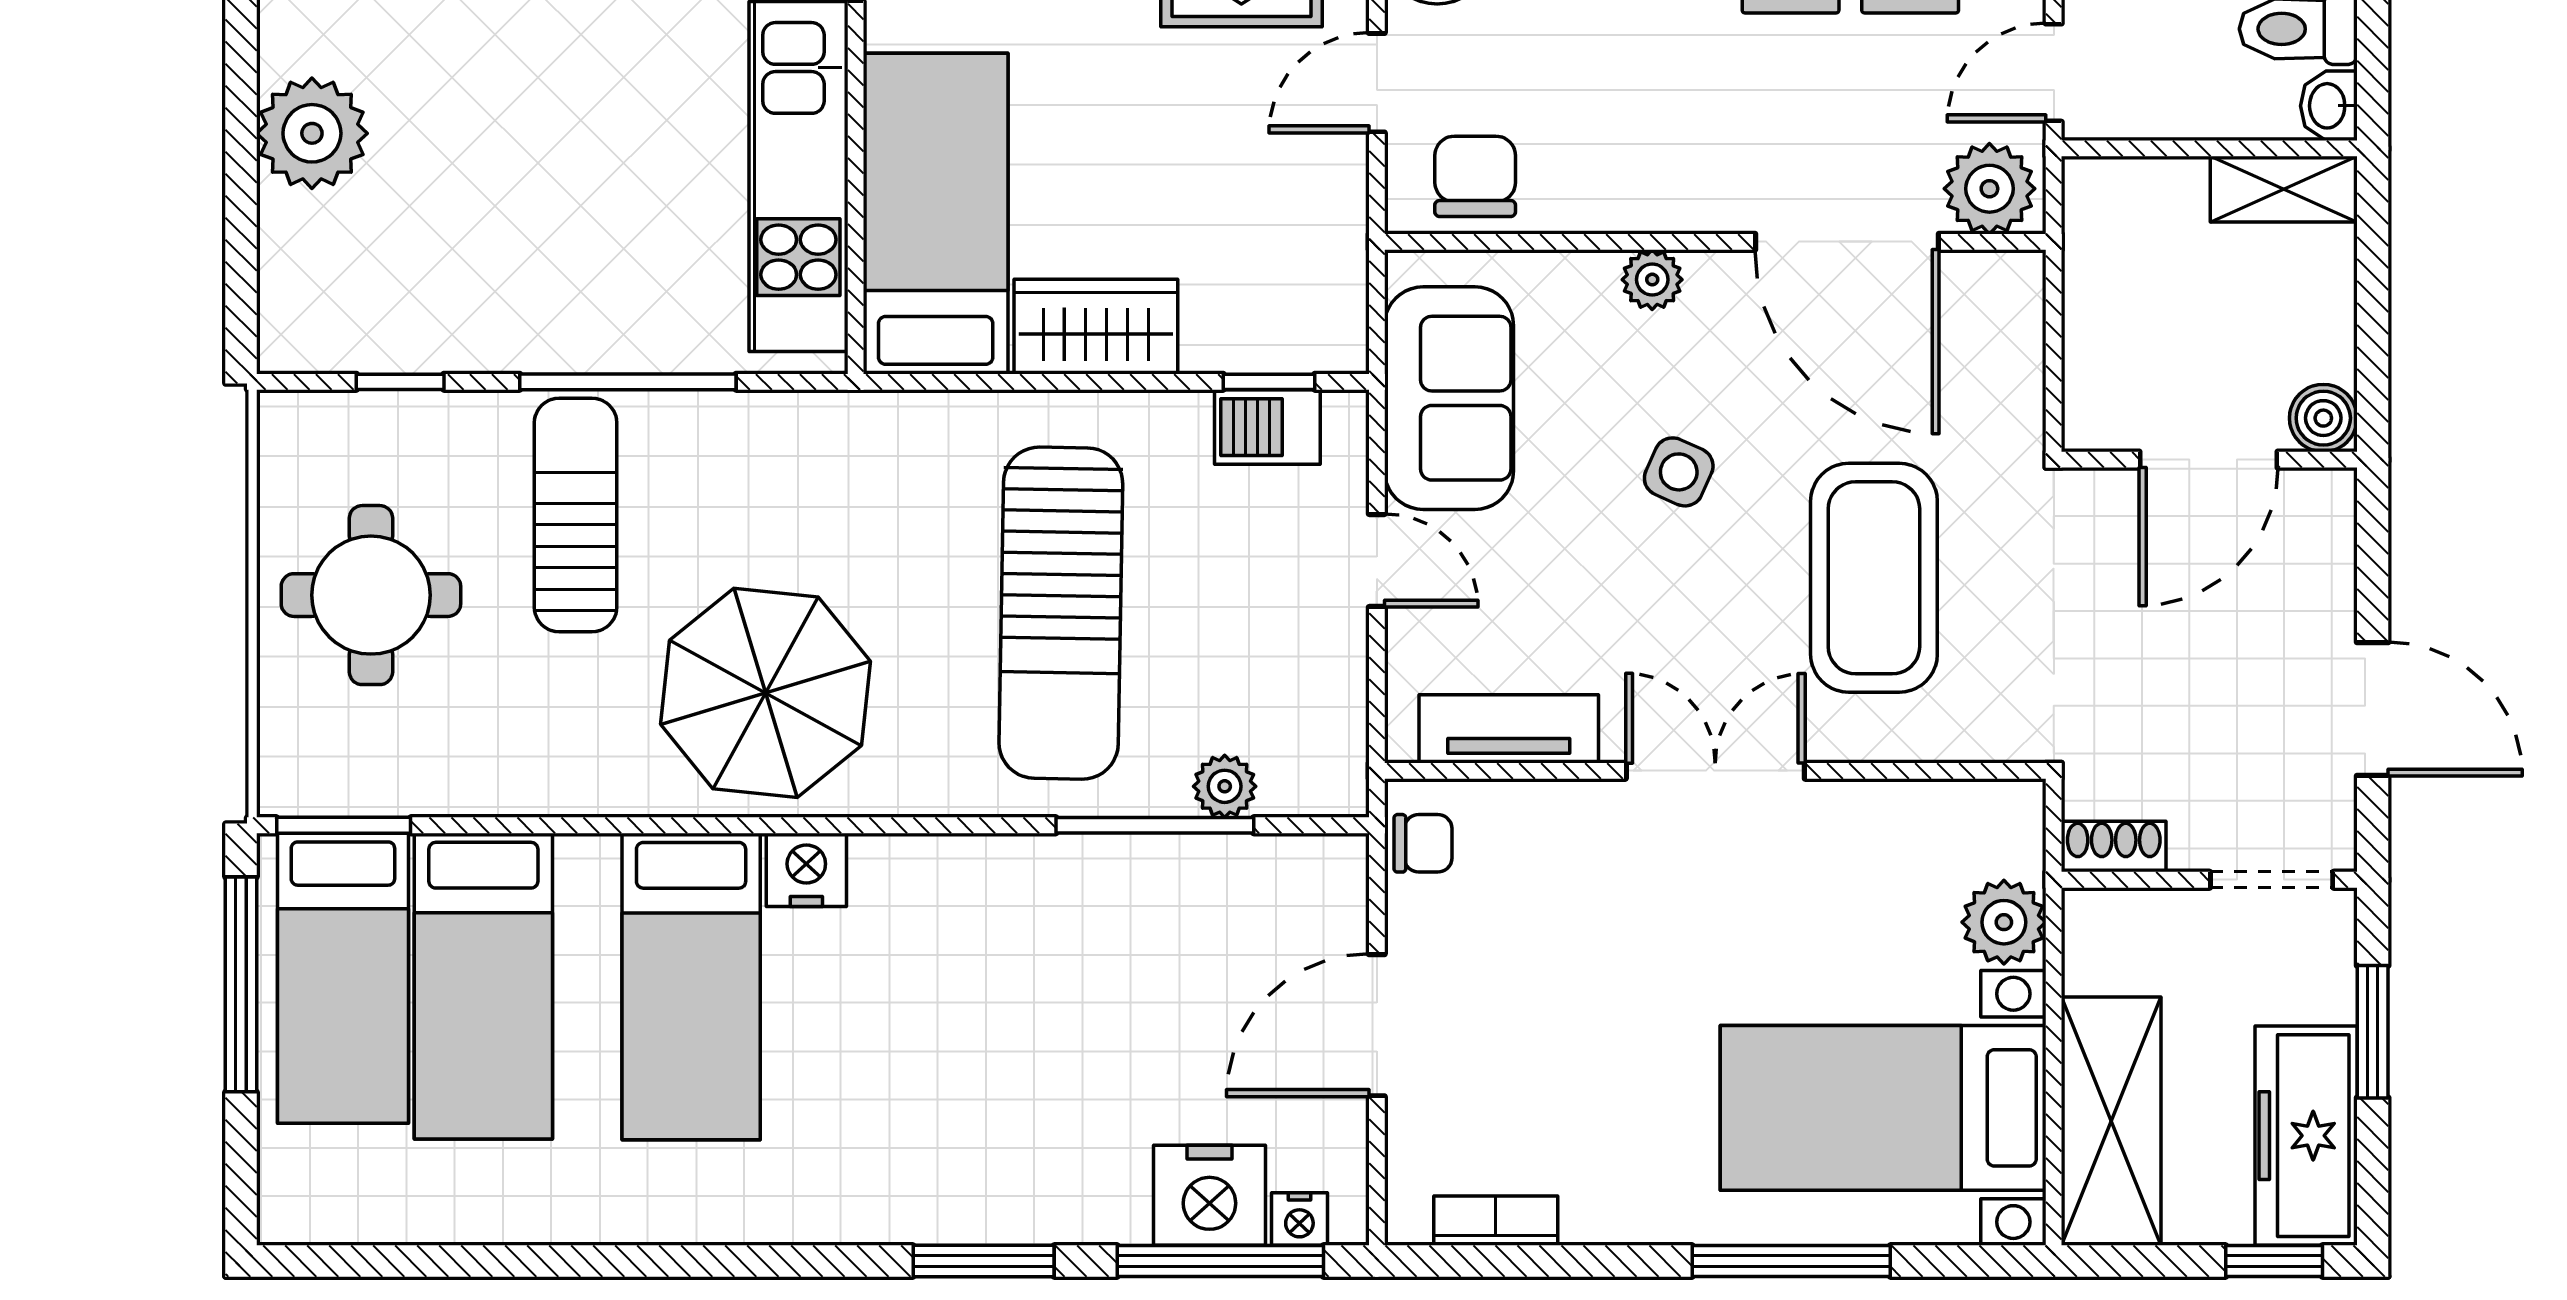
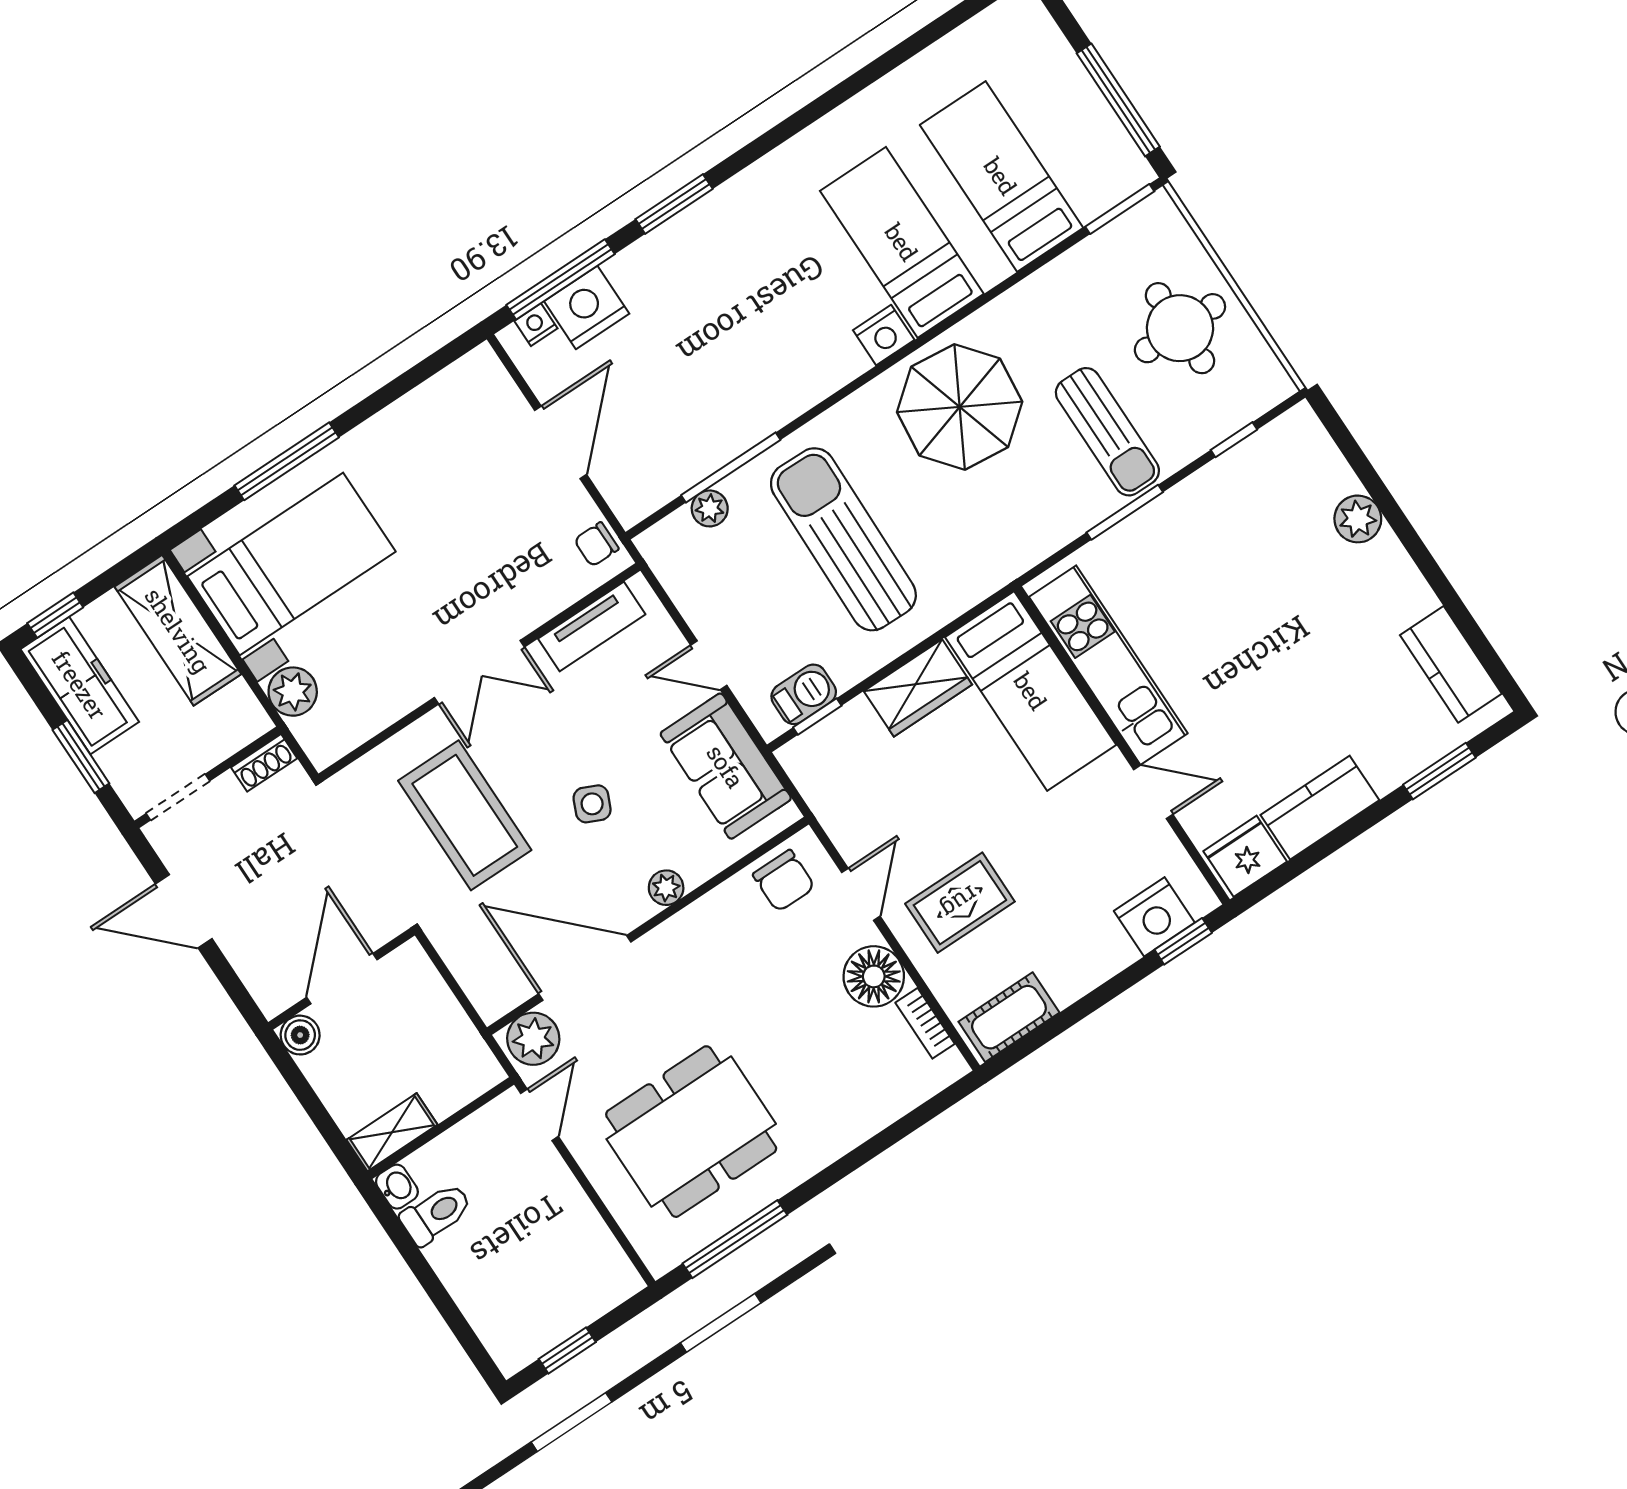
plant: (312, 133) -> (1358, 519), width x0.73, depth x0.73
window: (628, 382) -> (1125, 512), width x0.69
bed: (343, 978) -> (1071, 135), removed
bookcase: (1496, 1221) -> (441, 386), removed

